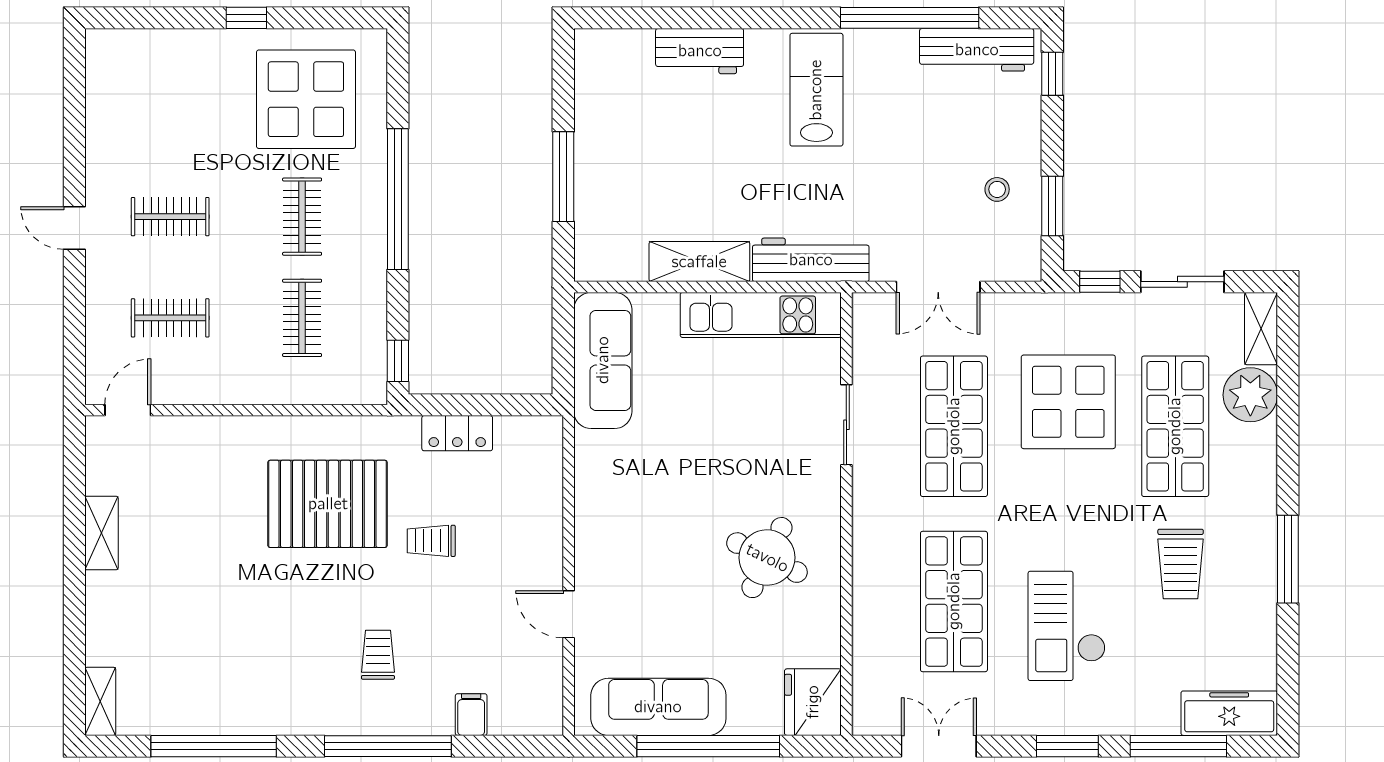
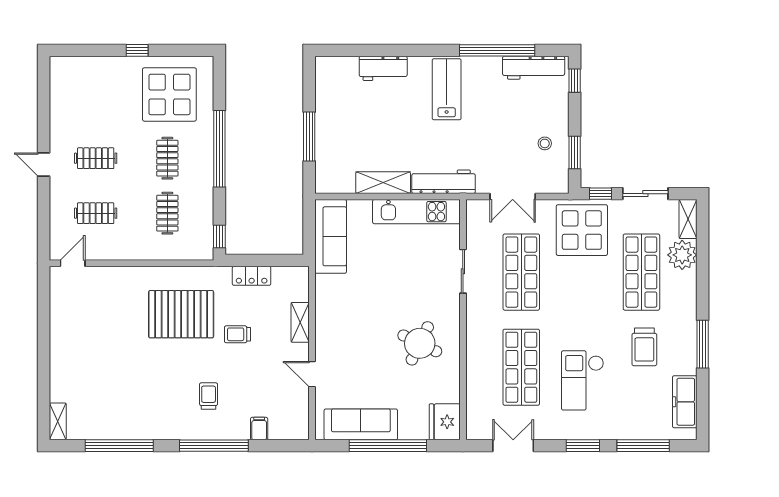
display table: (1068, 402) -> (582, 230), moved
shelving: (101, 533) -> (300, 322), moved
freezer: (1229, 713) -> (685, 402), moved, turned -90

